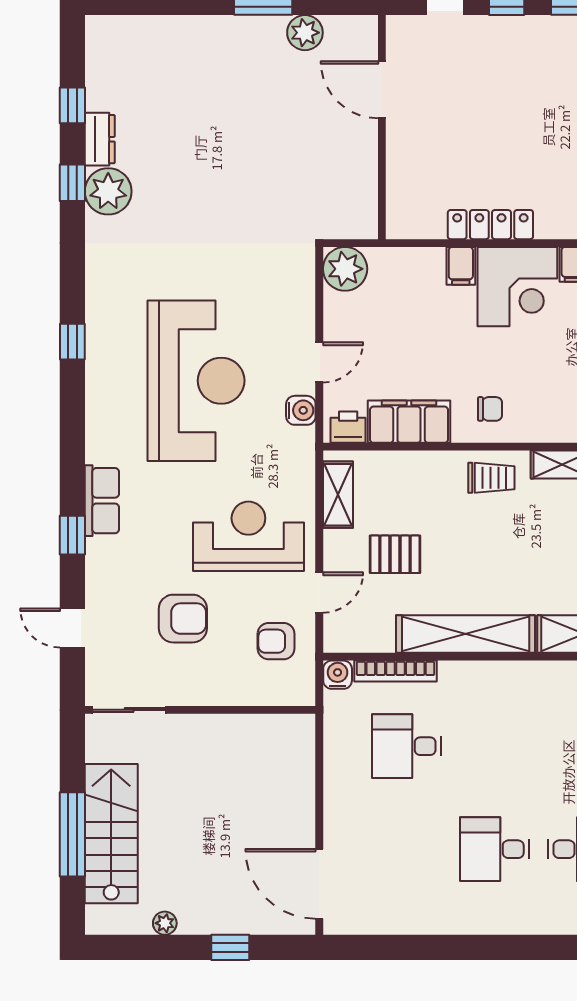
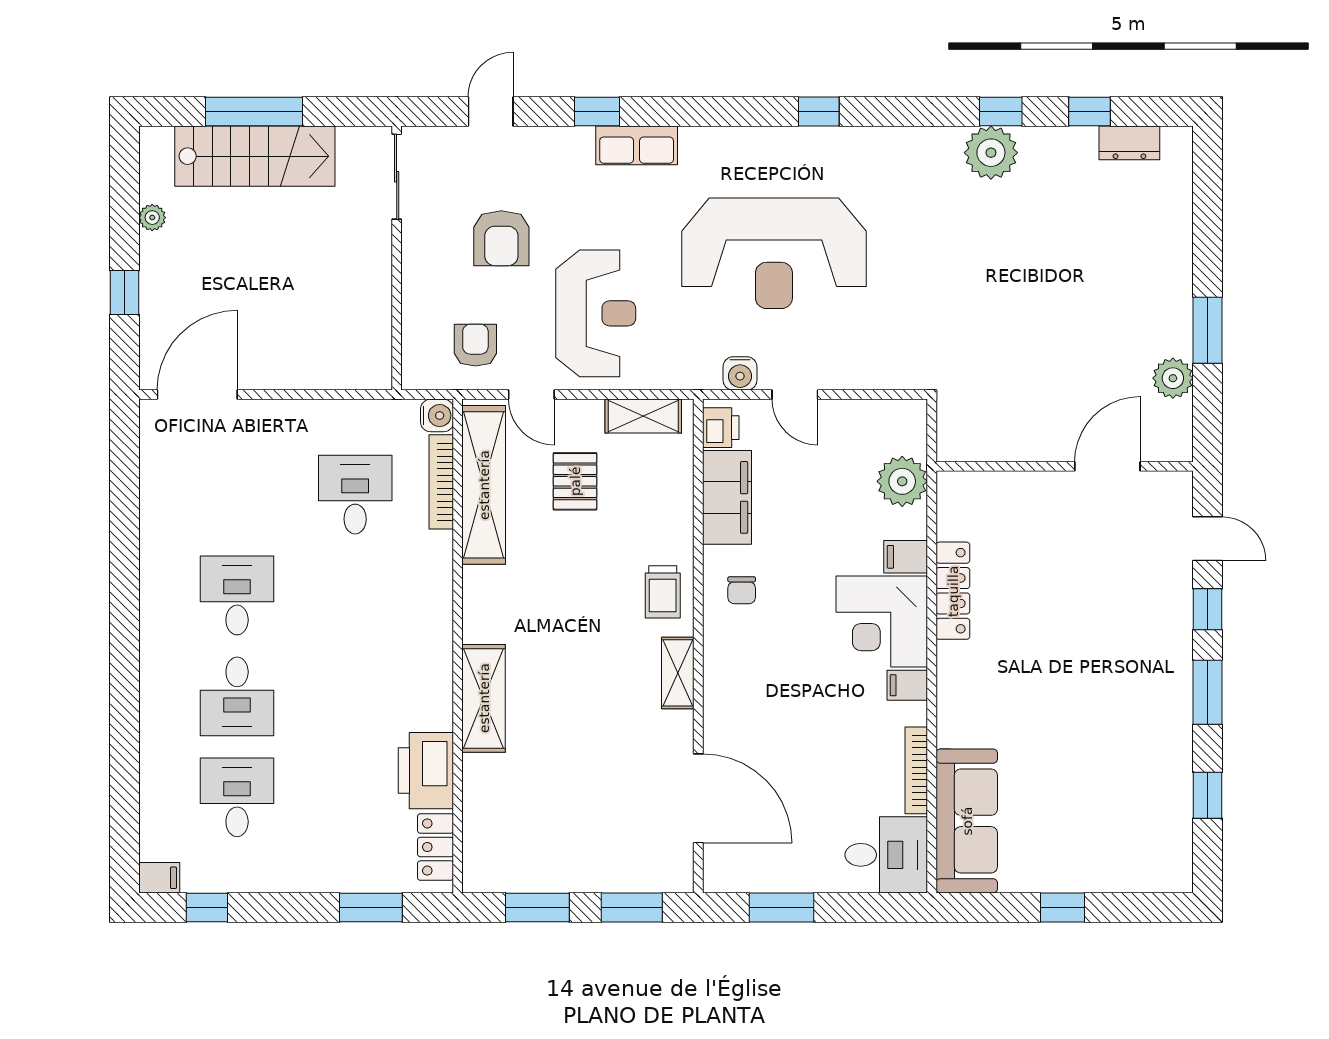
dresser: (100, 139) -> (1129, 143), moved
plant: (345, 269) -> (902, 481), moved
shelving: (466, 634) -> (484, 485), moved

